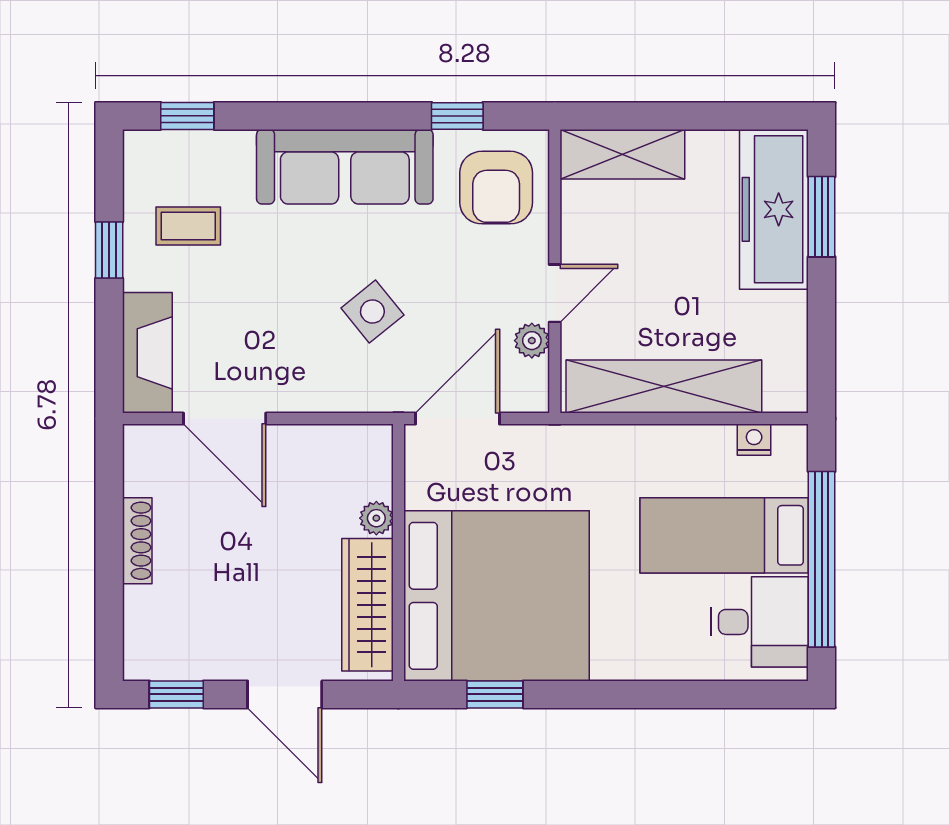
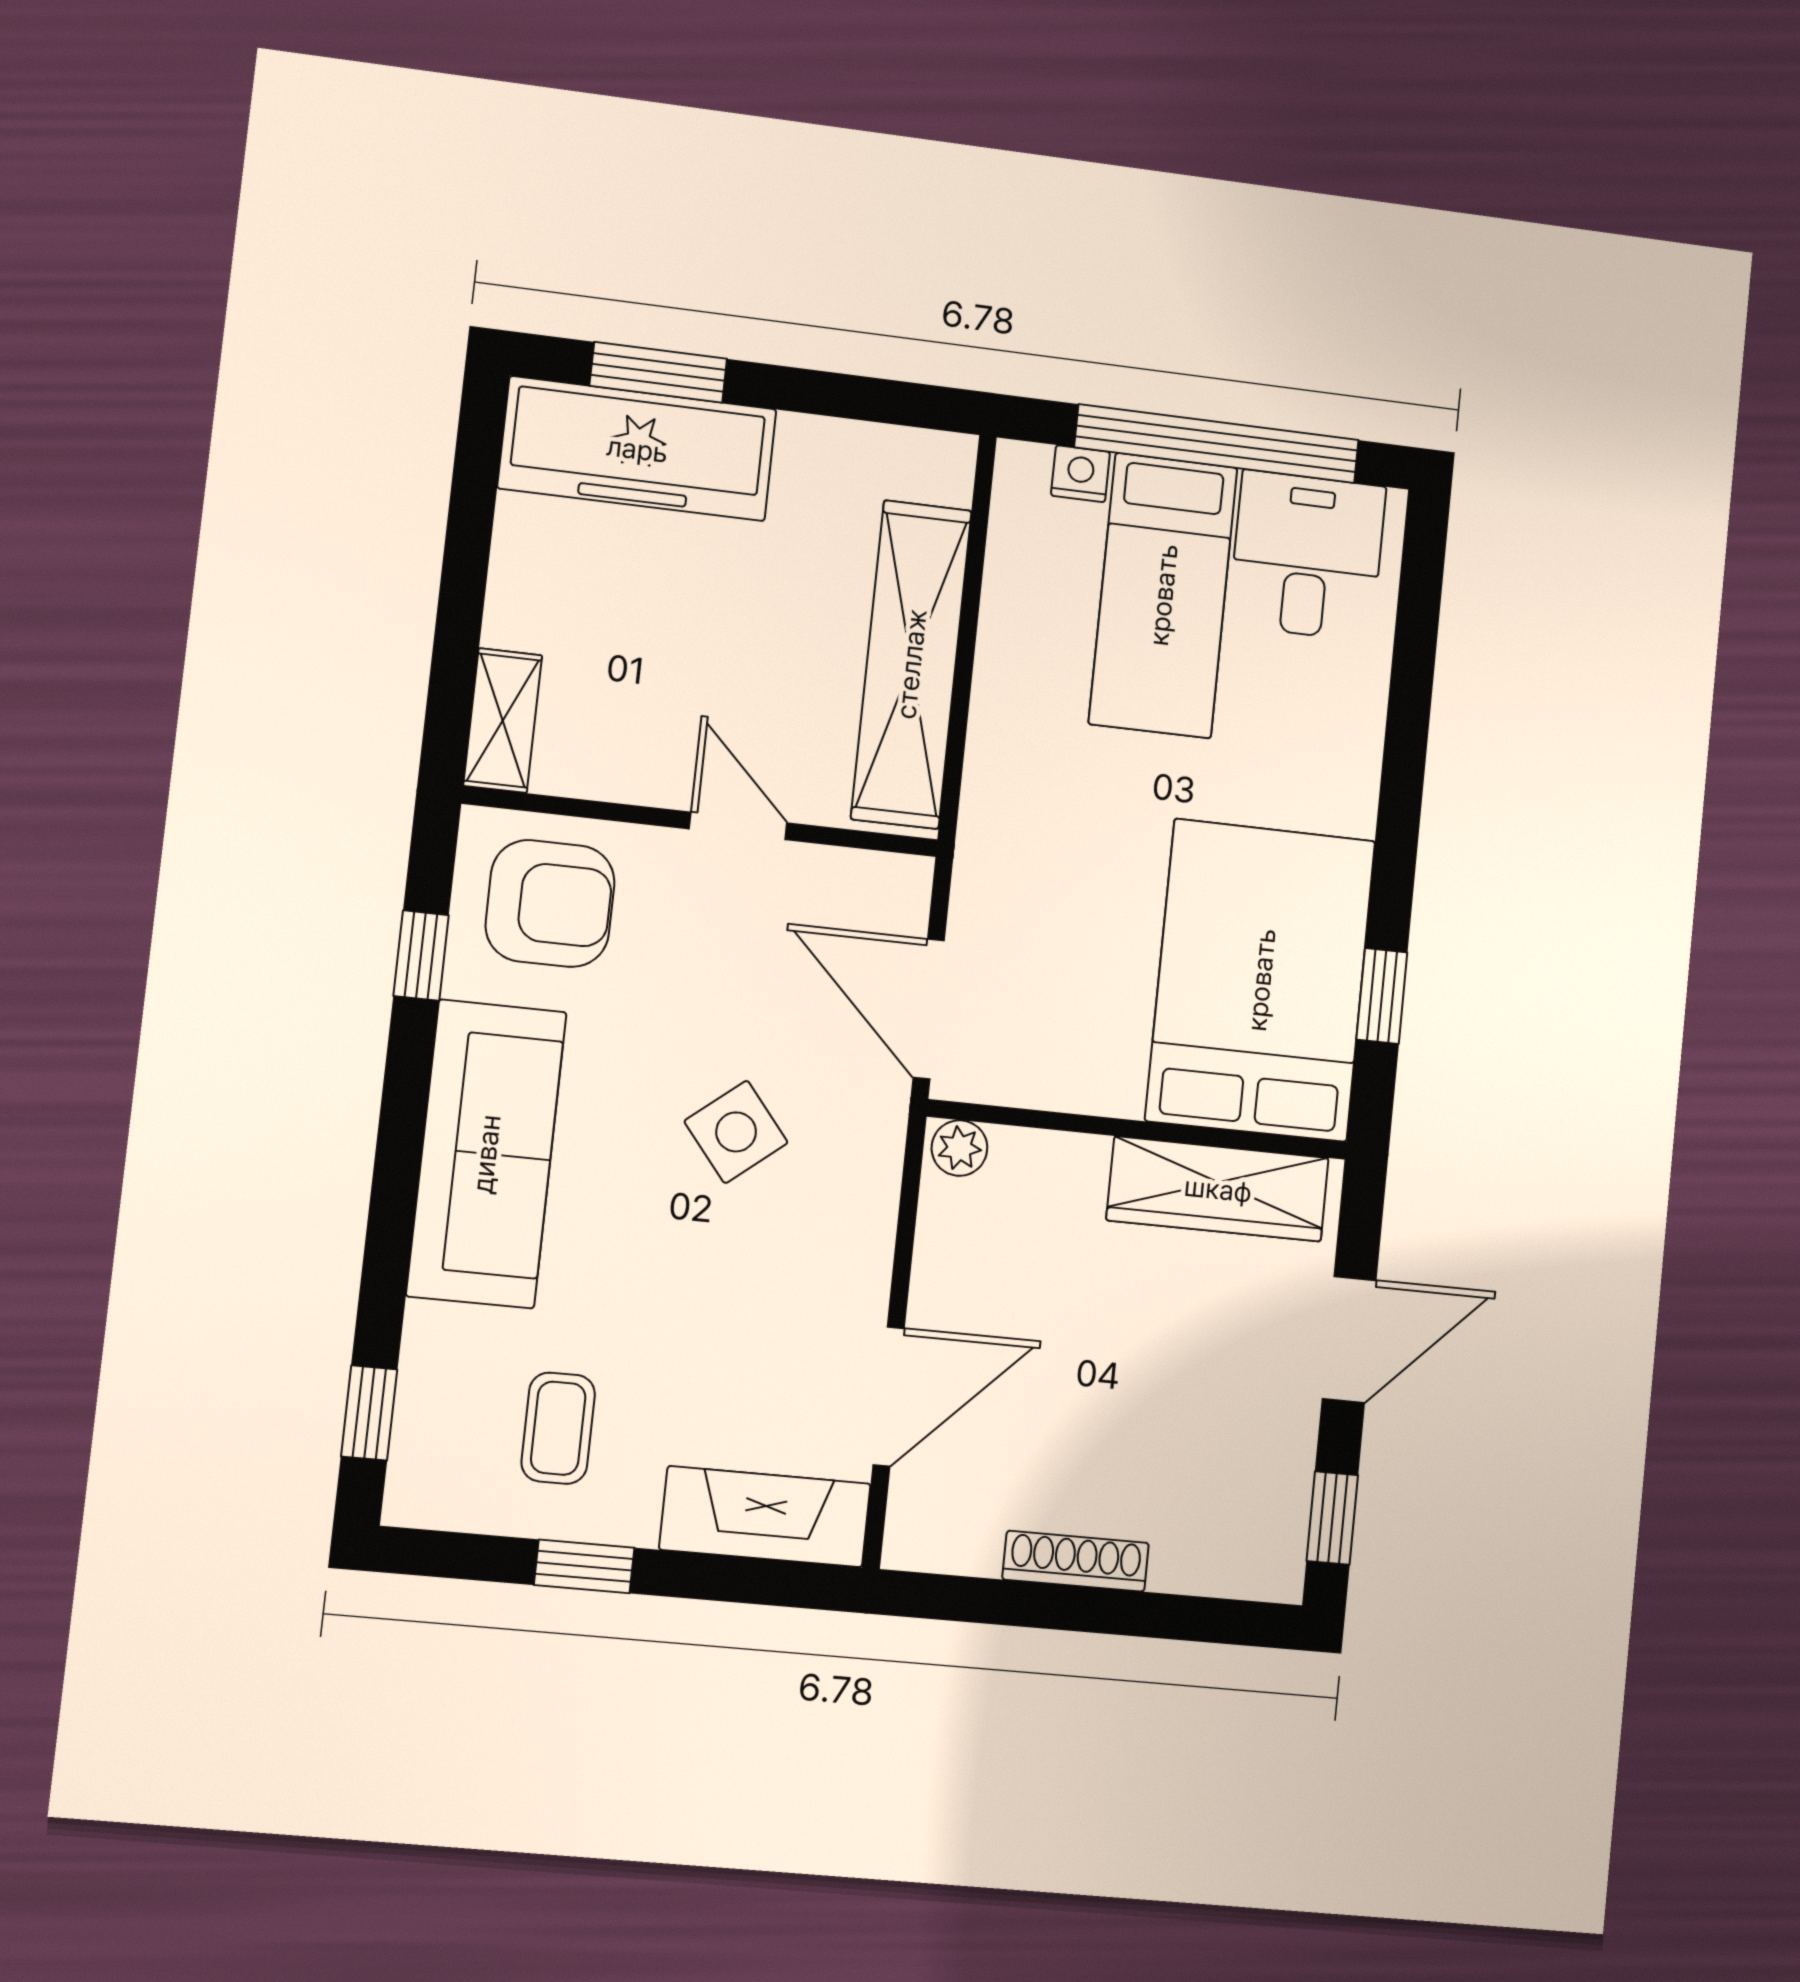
shelving: (622, 154) -> (503, 721), width x0.67, depth x0.75
plant: (532, 341) -> (813, 872), removed
nightstand: (754, 440) -> (1080, 474), moved, turned 90
plant: (376, 518) -> (959, 1148), moved
bed: (496, 596) -> (1261, 980), width x0.73

